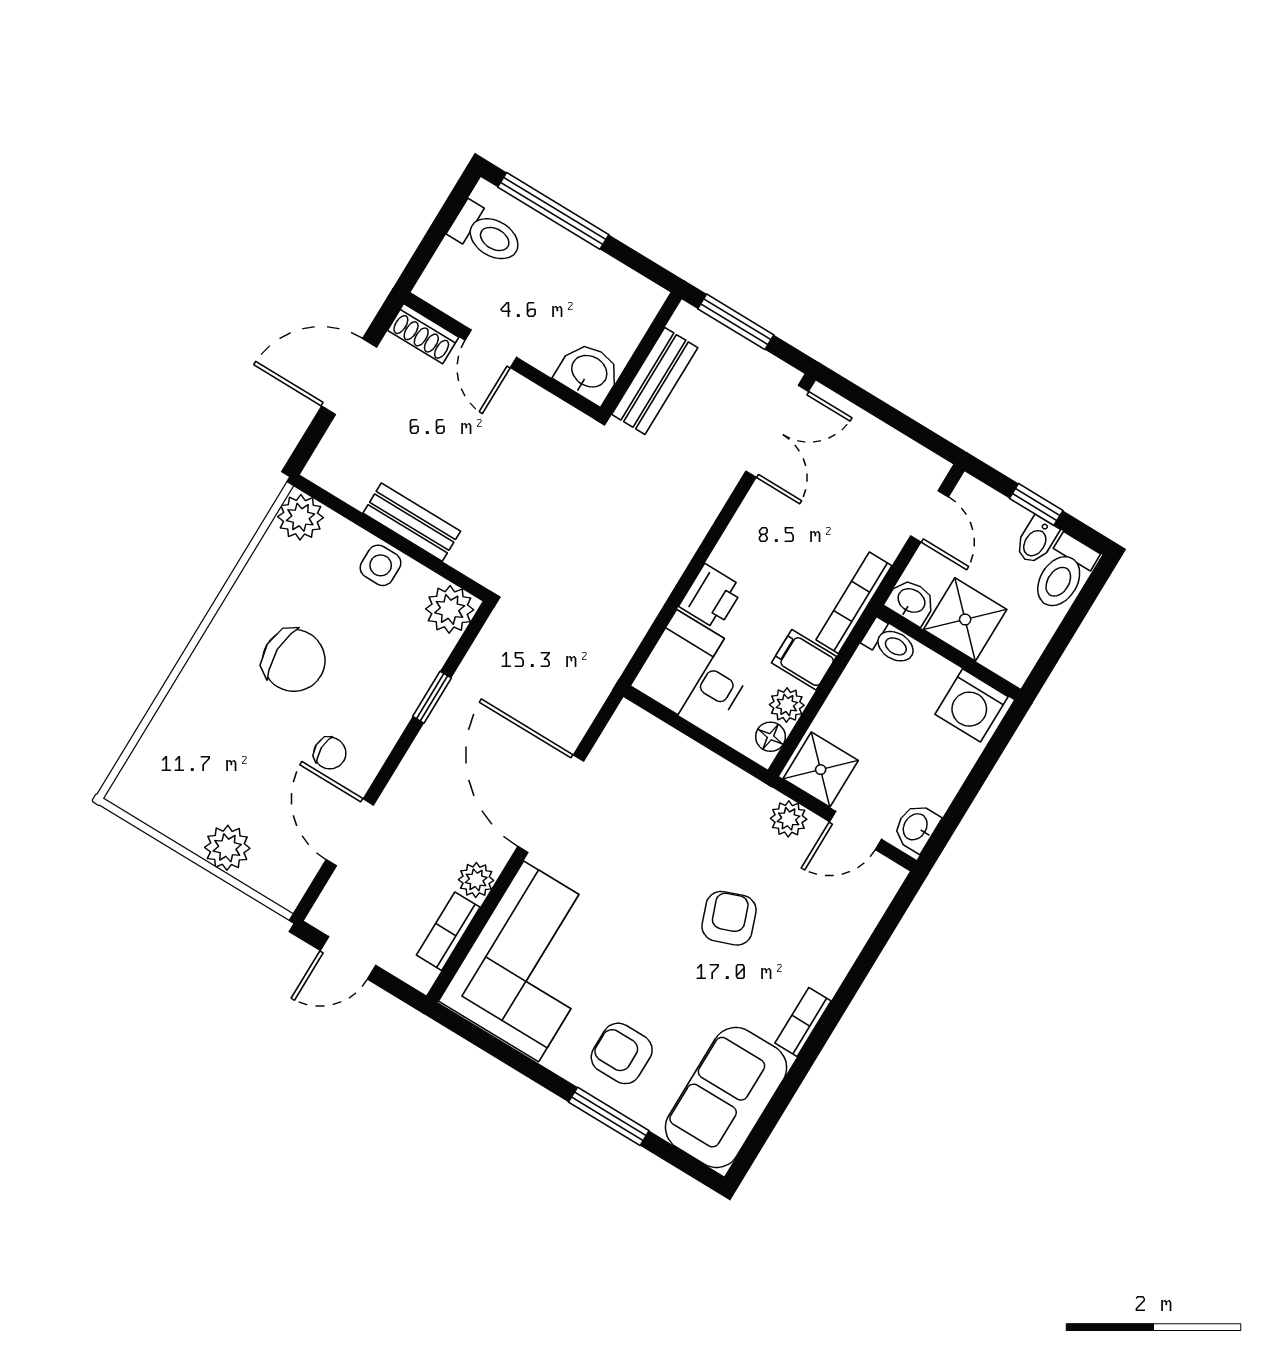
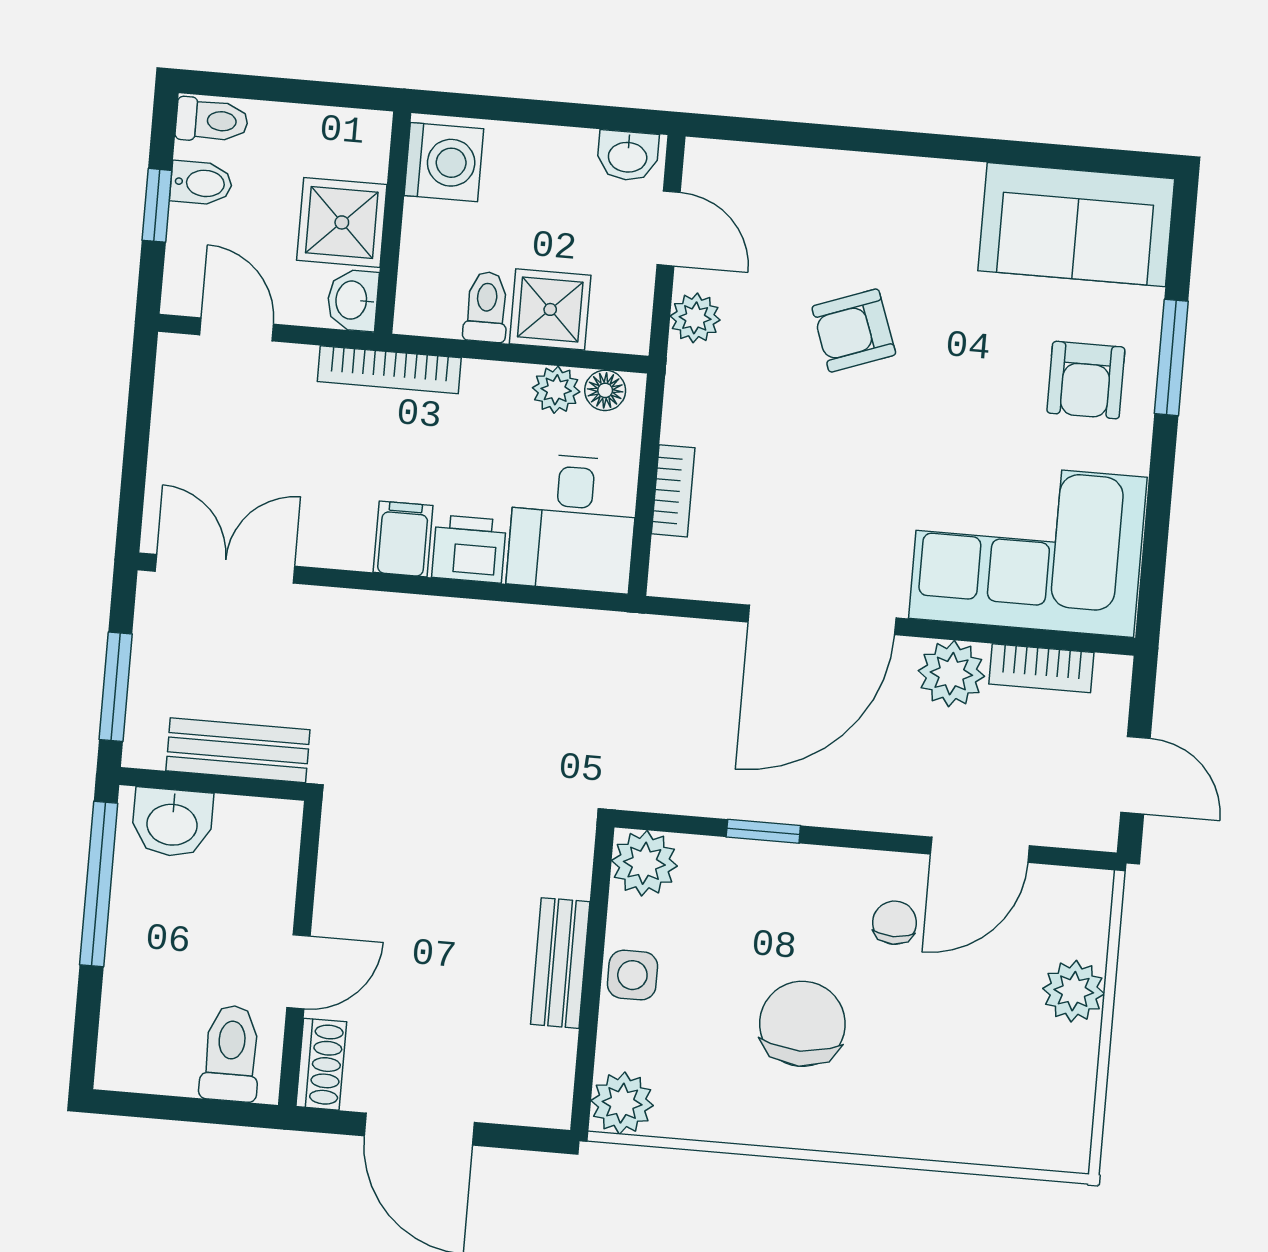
window: (553, 211) -> (99, 884), moved
toilet: (486, 234) -> (231, 1053), moved
washbasin: (589, 372) -> (172, 823), moved, turned -90
door: (929, 516) -> (237, 329), hinge flipped
toilet: (1064, 573) -> (212, 120), width x0.73, depth x0.72
toilet: (890, 643) -> (486, 307), moved
filing cabinet: (804, 660) -> (403, 539), moved, turned 180
shower: (821, 770) -> (550, 309), moved
plant: (476, 880) -> (951, 674), width x1.38, depth x1.38
bookcase: (803, 1022) -> (673, 491), moved, turned -90

